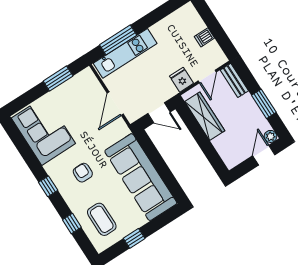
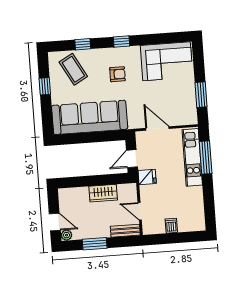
fridge: (181, 80) -> (147, 177), moved
wardrobe: (205, 116) -> (103, 193), width x0.67
coffee table: (102, 219) -> (73, 69), turned 61

